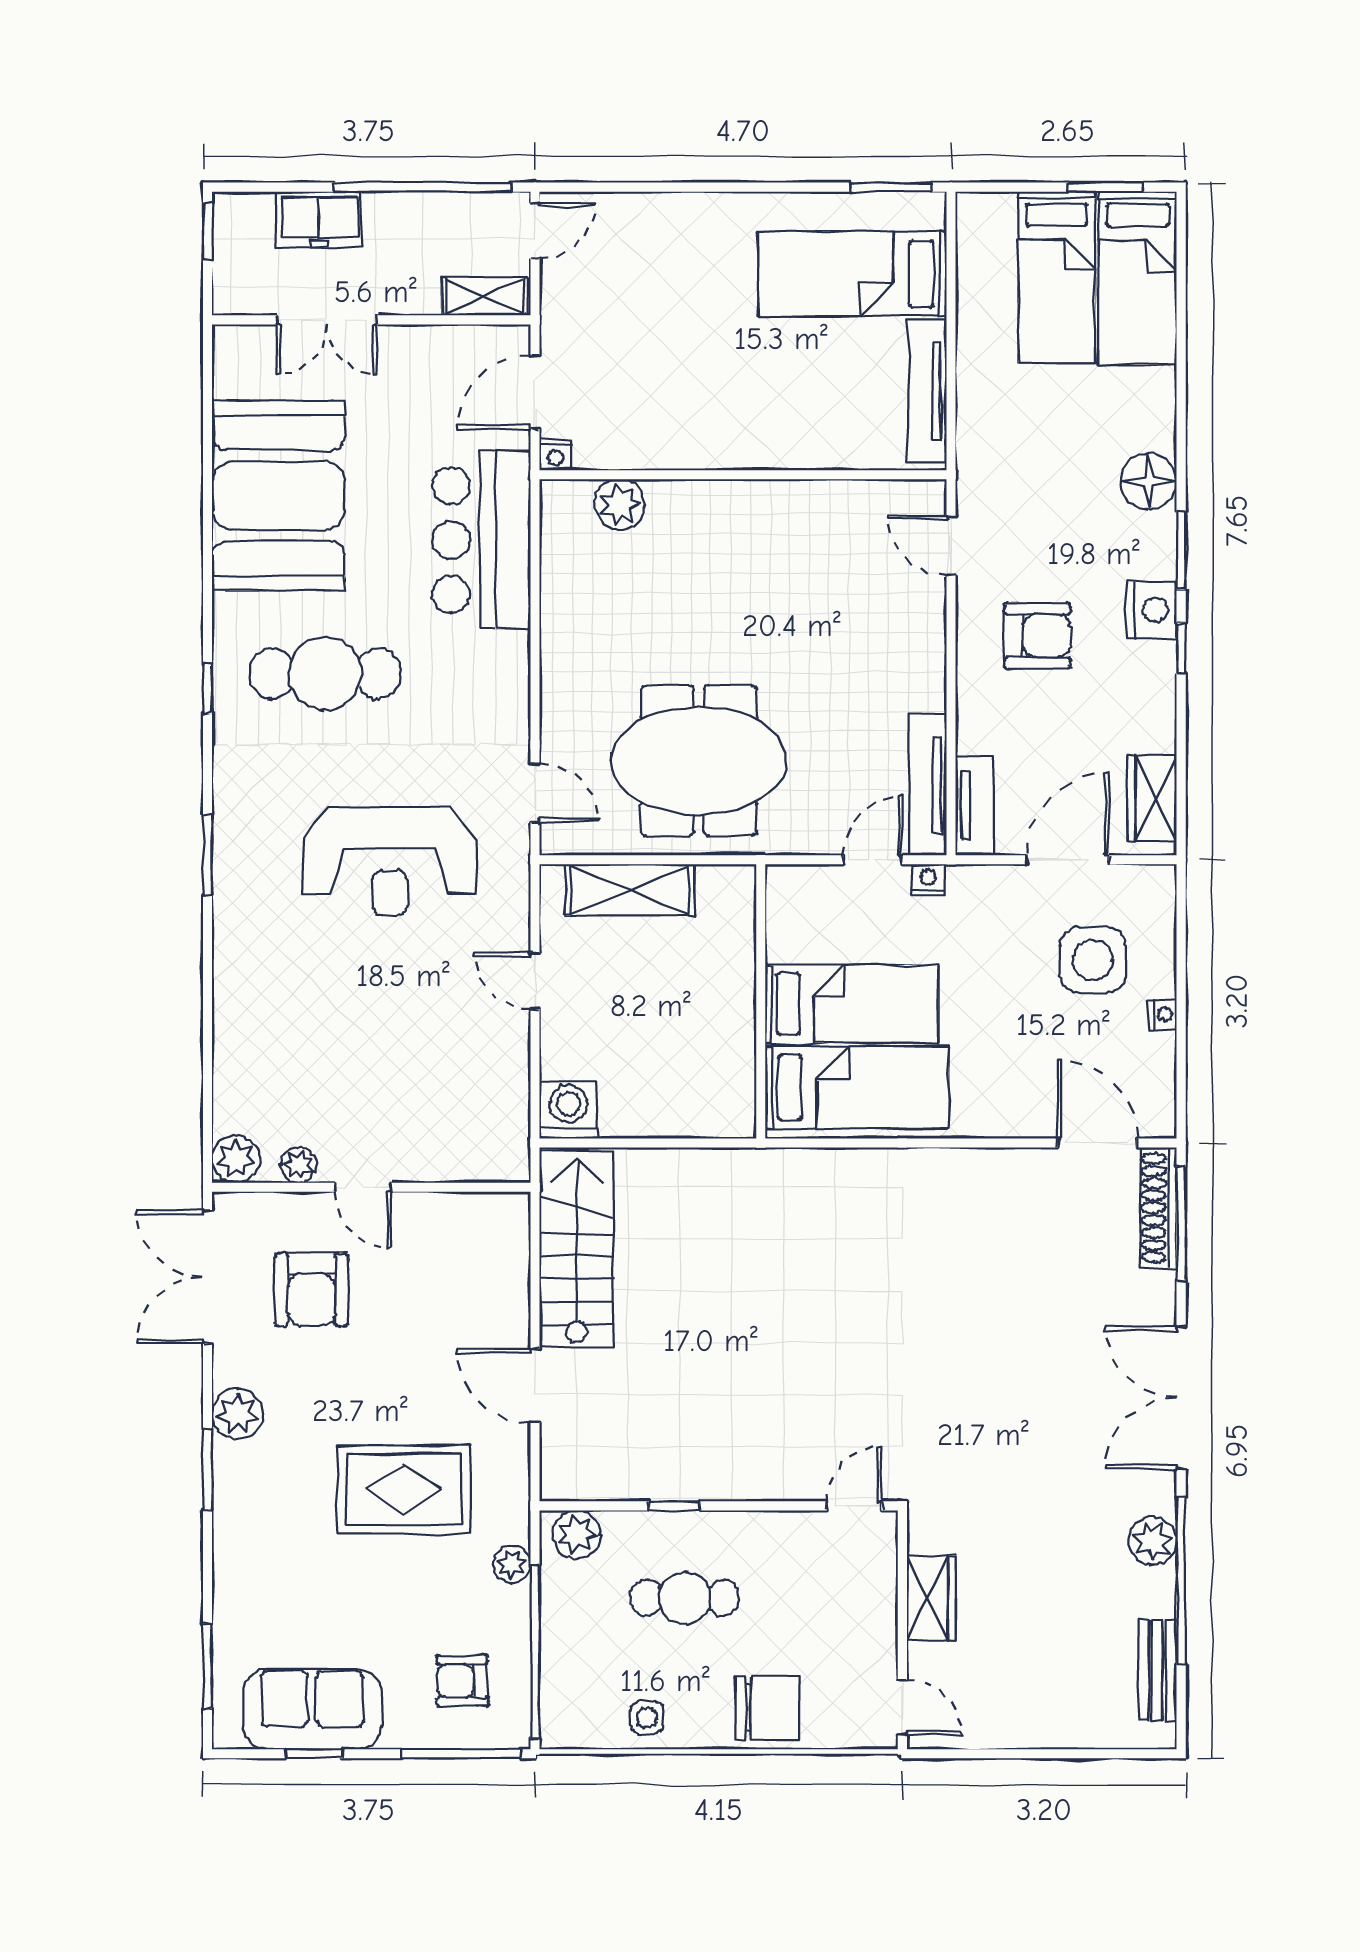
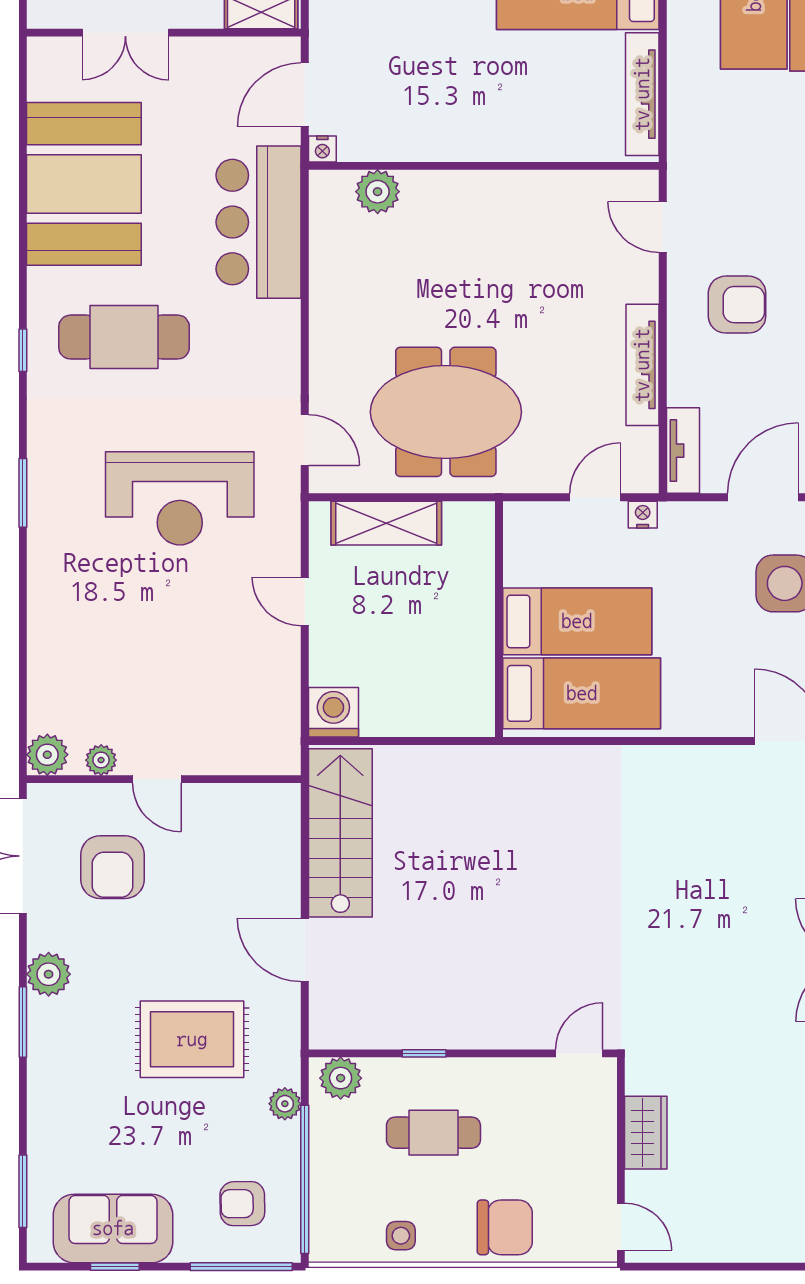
tv unit: (927, 785) -> (642, 365), moved

